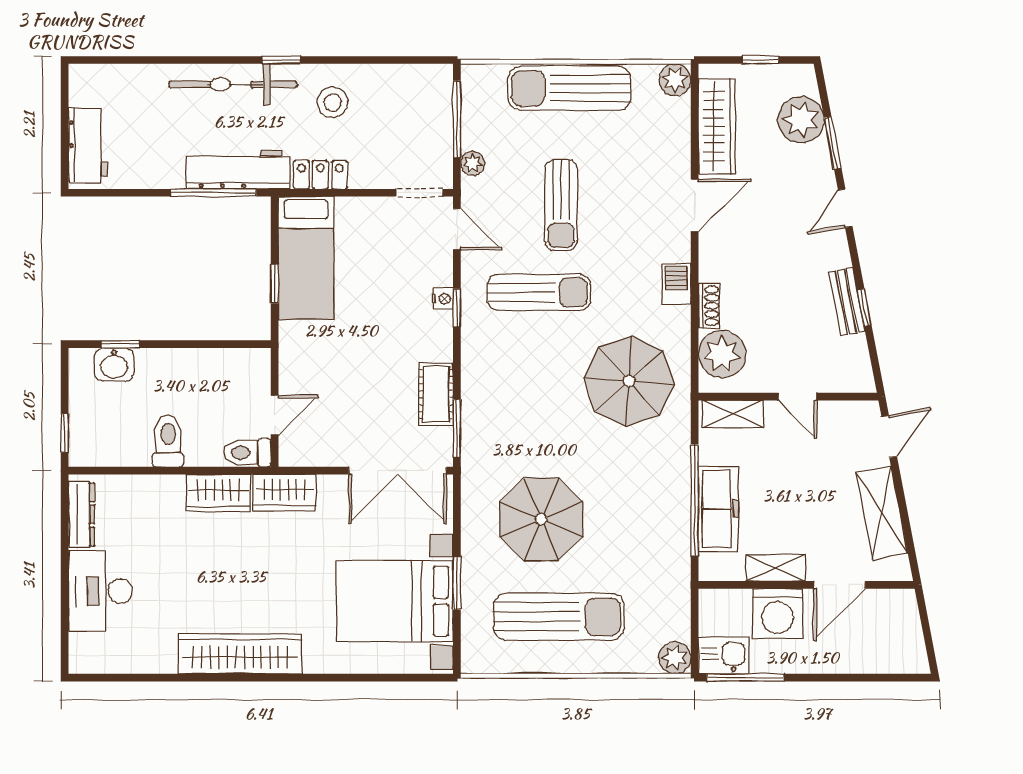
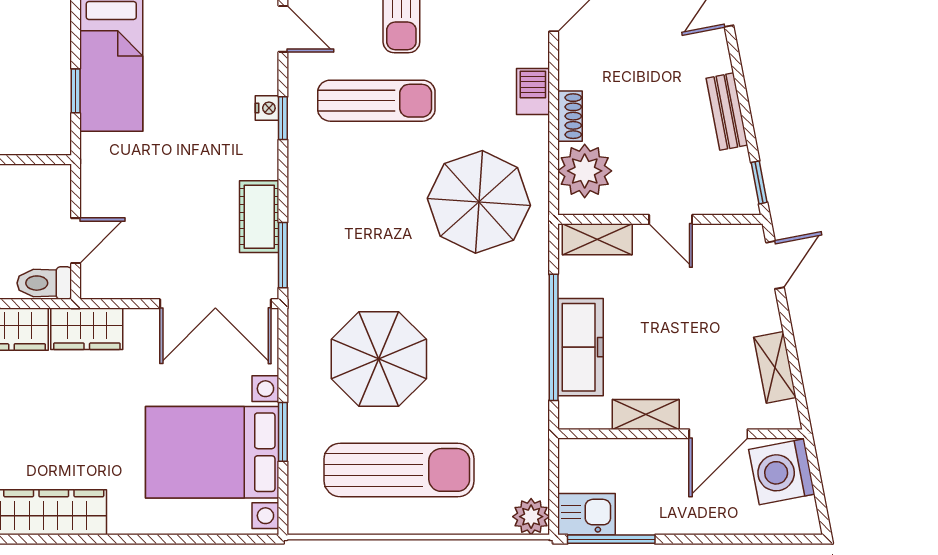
window: (864, 308) -> (759, 182), moved
shelving: (882, 513) -> (775, 367), width x0.67, depth x0.75
washing machine: (778, 613) -> (782, 472), moved, turned 79

